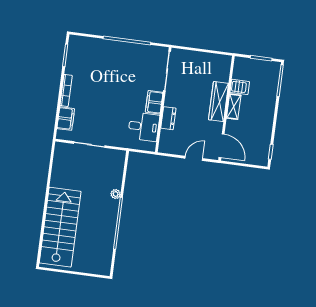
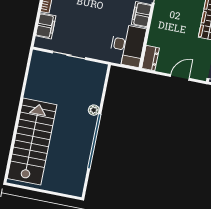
dresser: (168, 118) -> (150, 58), moved
desk: (144, 127) -> (127, 45), width x1.37

